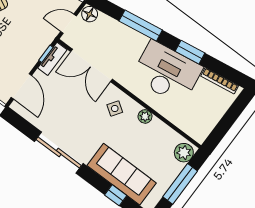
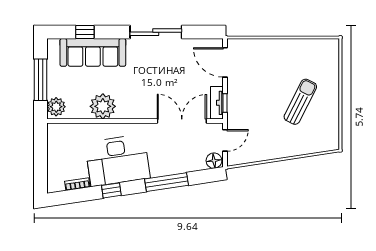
window: (190, 52) -> (111, 190), width x0.67
bookcase: (220, 81) -> (77, 184), width x0.64
side table: (115, 109) -> (137, 101), removed
plant: (145, 116) -> (103, 106), width x1.87, depth x1.87

